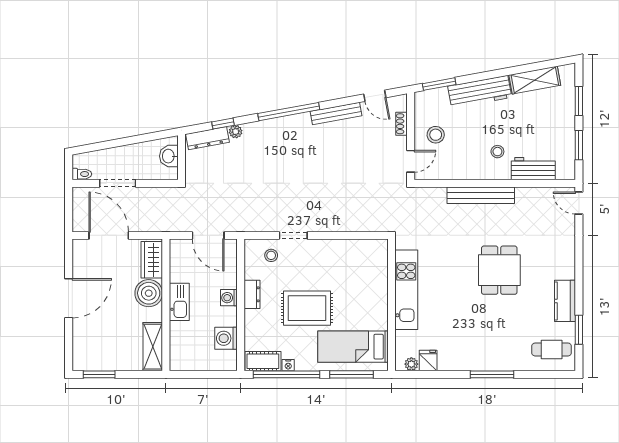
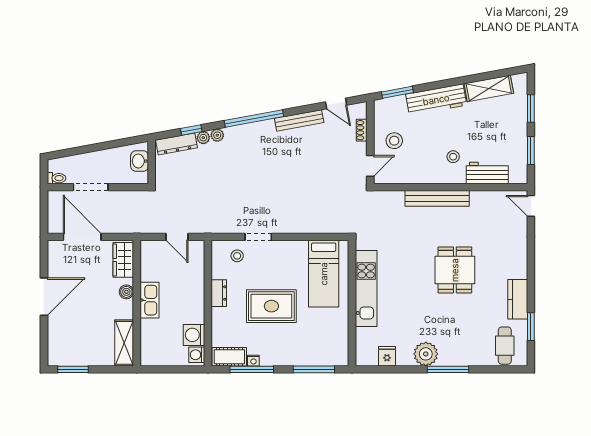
plant: (250, 129) -> (217, 135), added
door: (208, 235) -> (177, 237), width x0.73
boiler: (149, 293) -> (126, 292), width x0.54, depth x0.54
washing machine: (229, 298) -> (197, 355), moved
bed: (353, 347) -> (324, 274), moved, turned -90
cafe table: (552, 349) -> (505, 346), turned 90
plant: (411, 364) -> (426, 354), moved, width x1.88, depth x1.88
window: (287, 374) -> (252, 369), width x0.68

